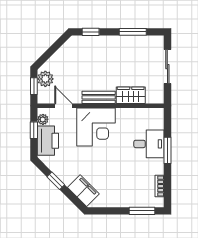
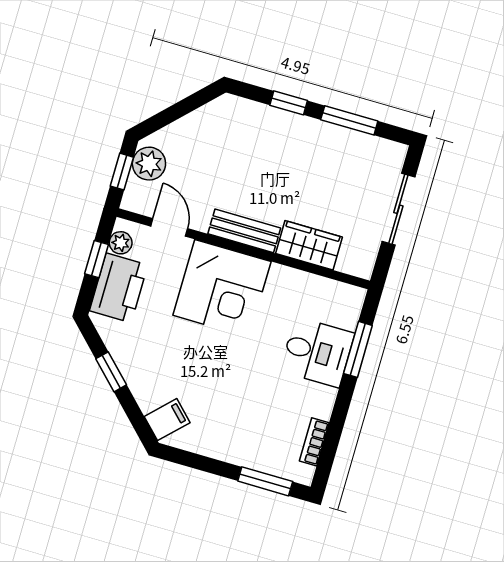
window: (91, 32) -> (289, 103), moved
window: (167, 150) -> (358, 349), moved
filing cabinet: (83, 191) -> (167, 420), width x0.50

